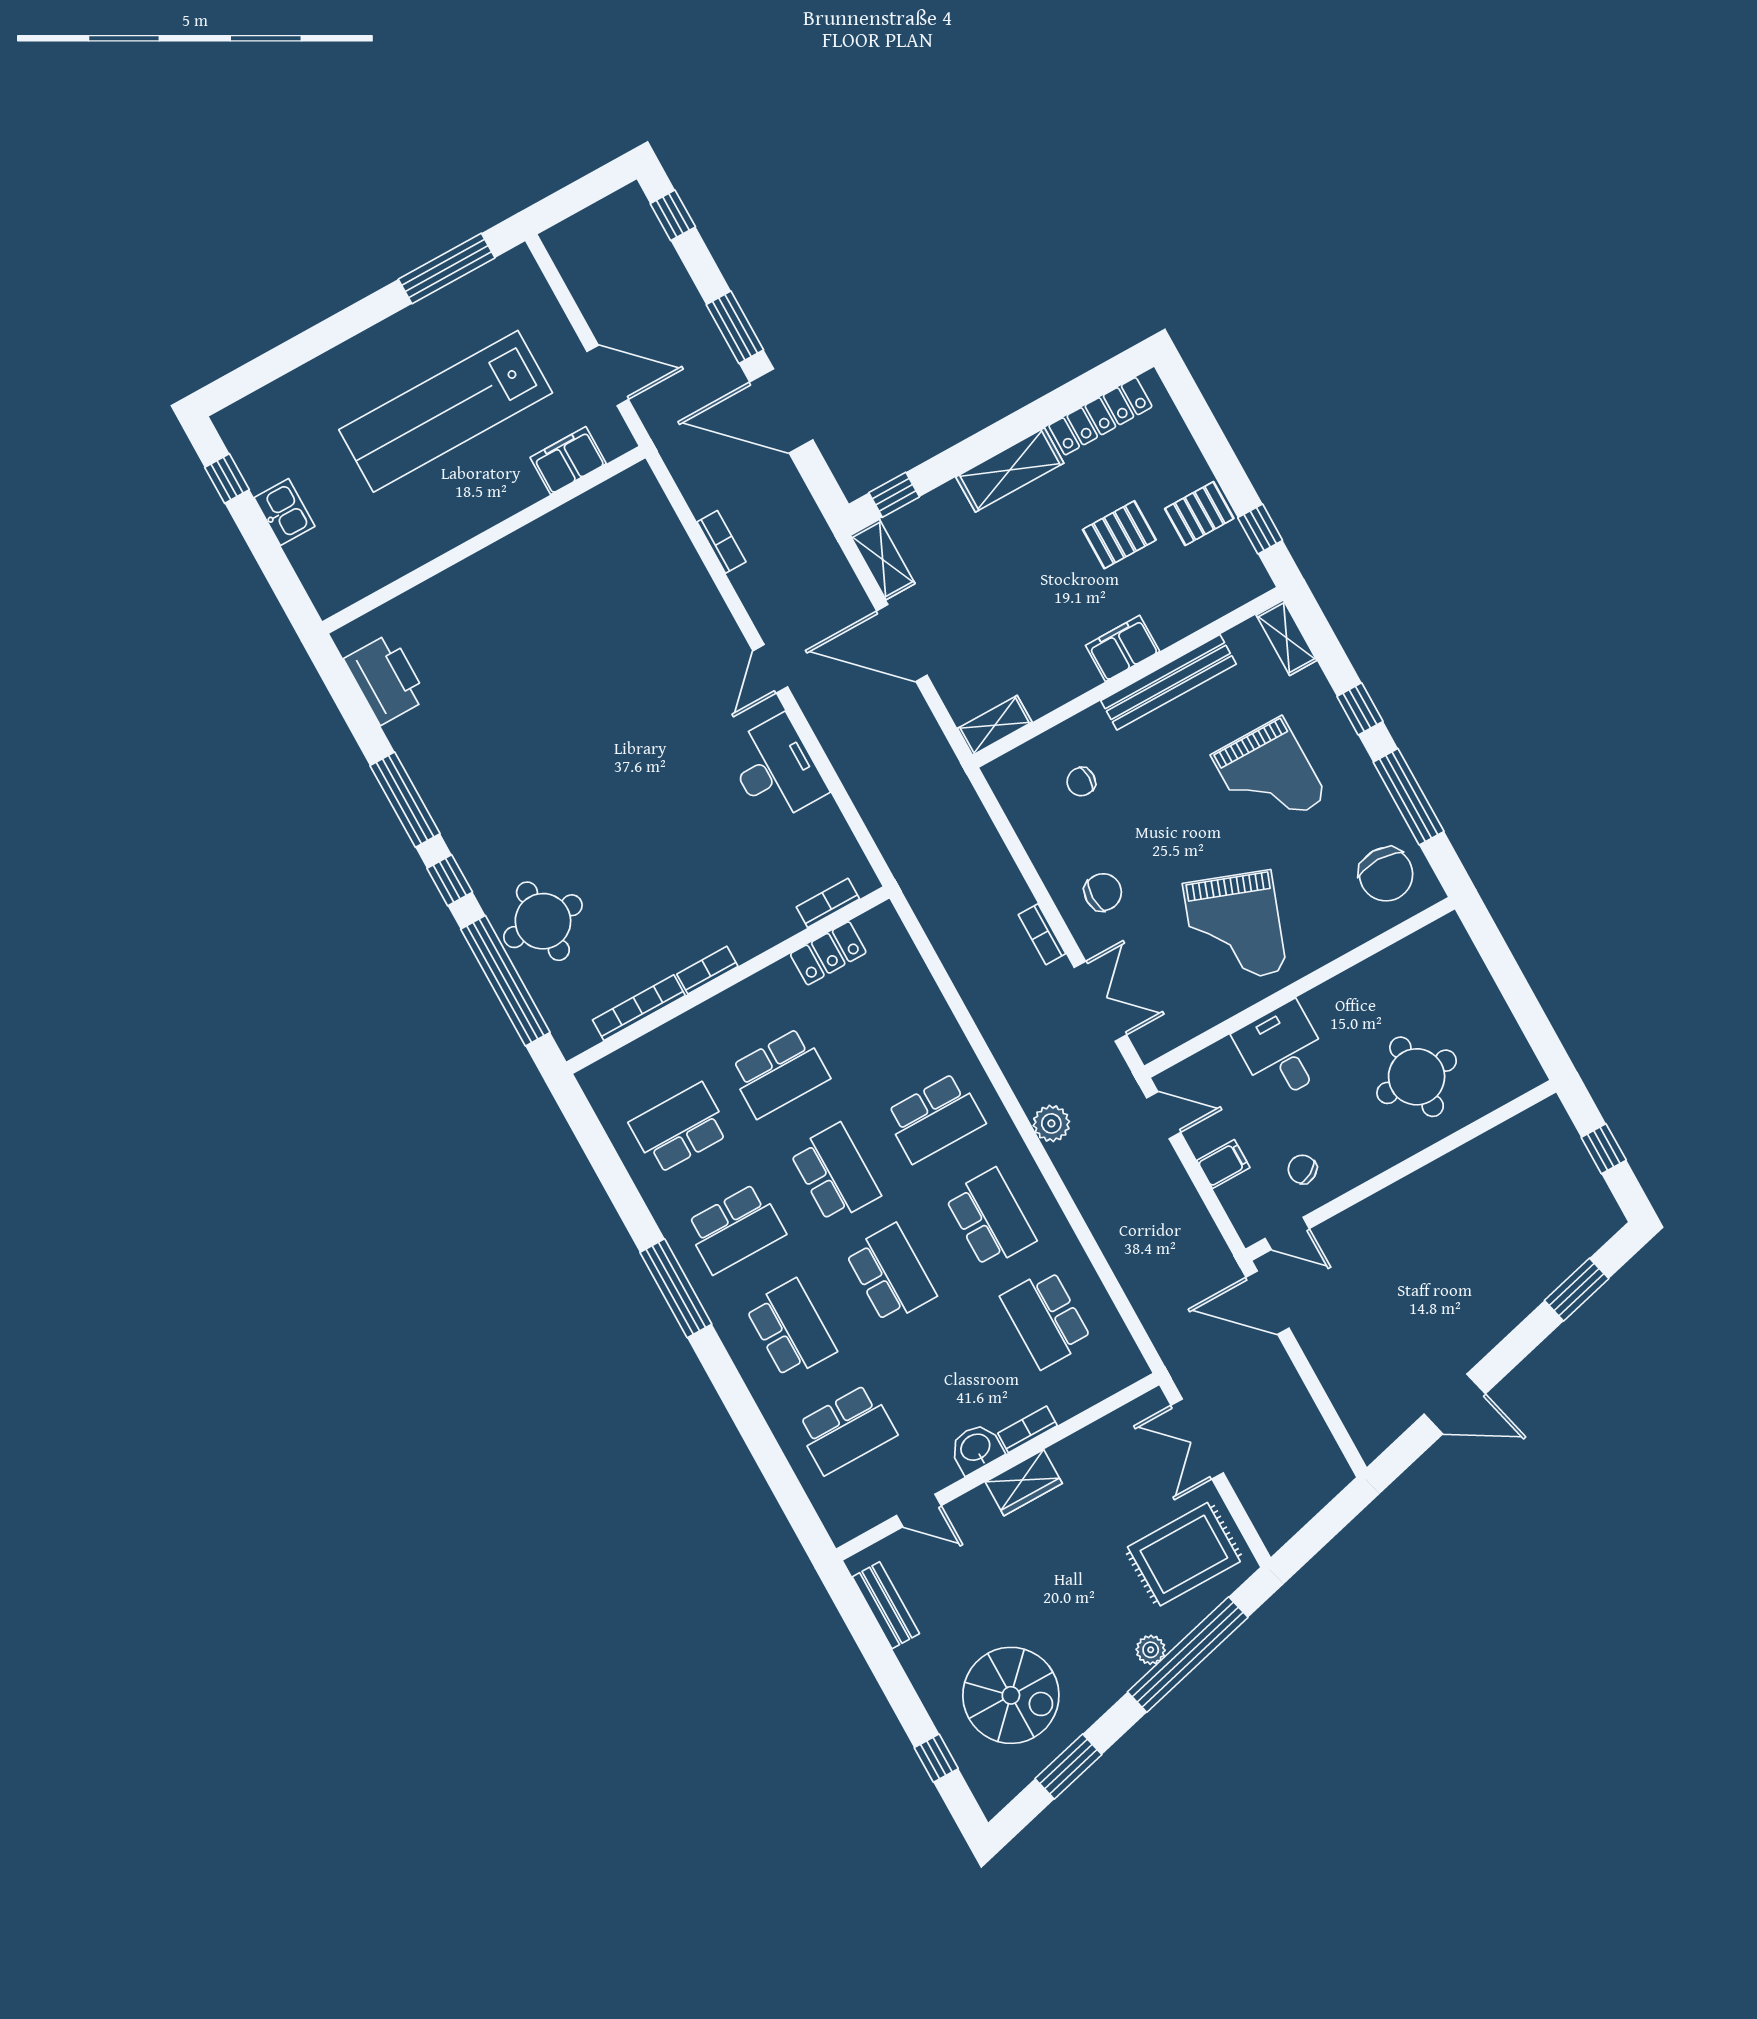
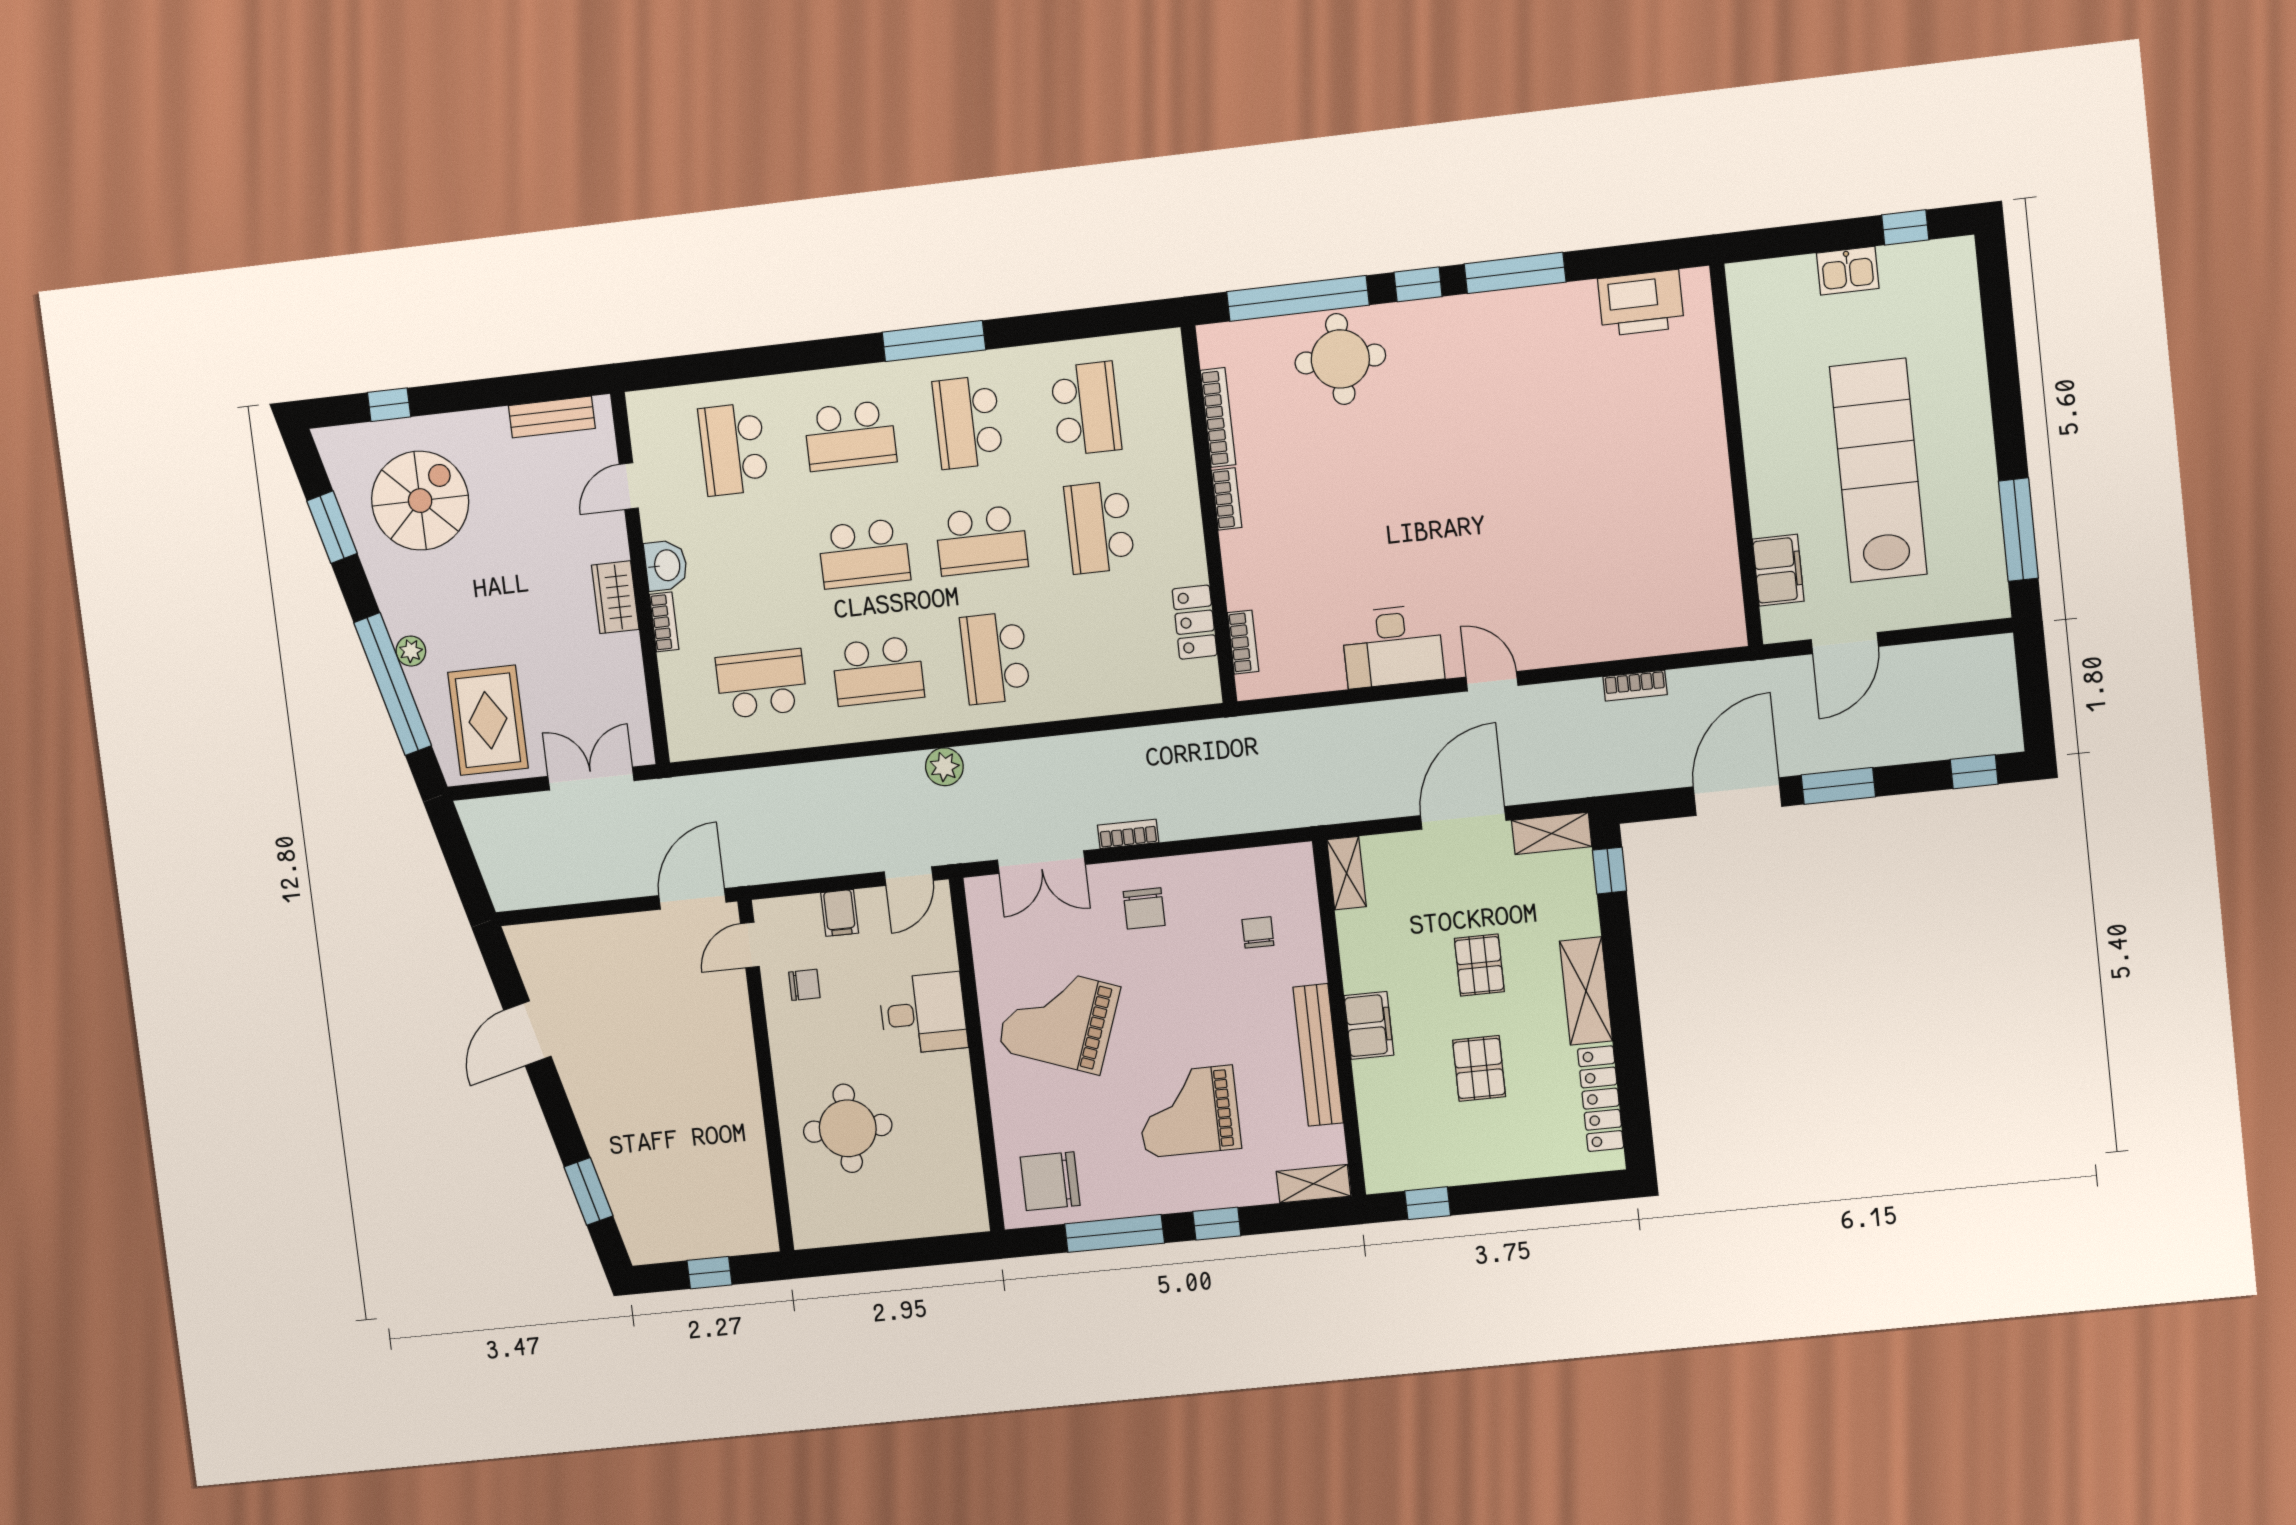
pallet: (1199, 514) -> (1479, 965), moved
chair: (1302, 1169) -> (804, 985), turned 30
spiral stairs: (1011, 1695) -> (420, 501), turned 180

